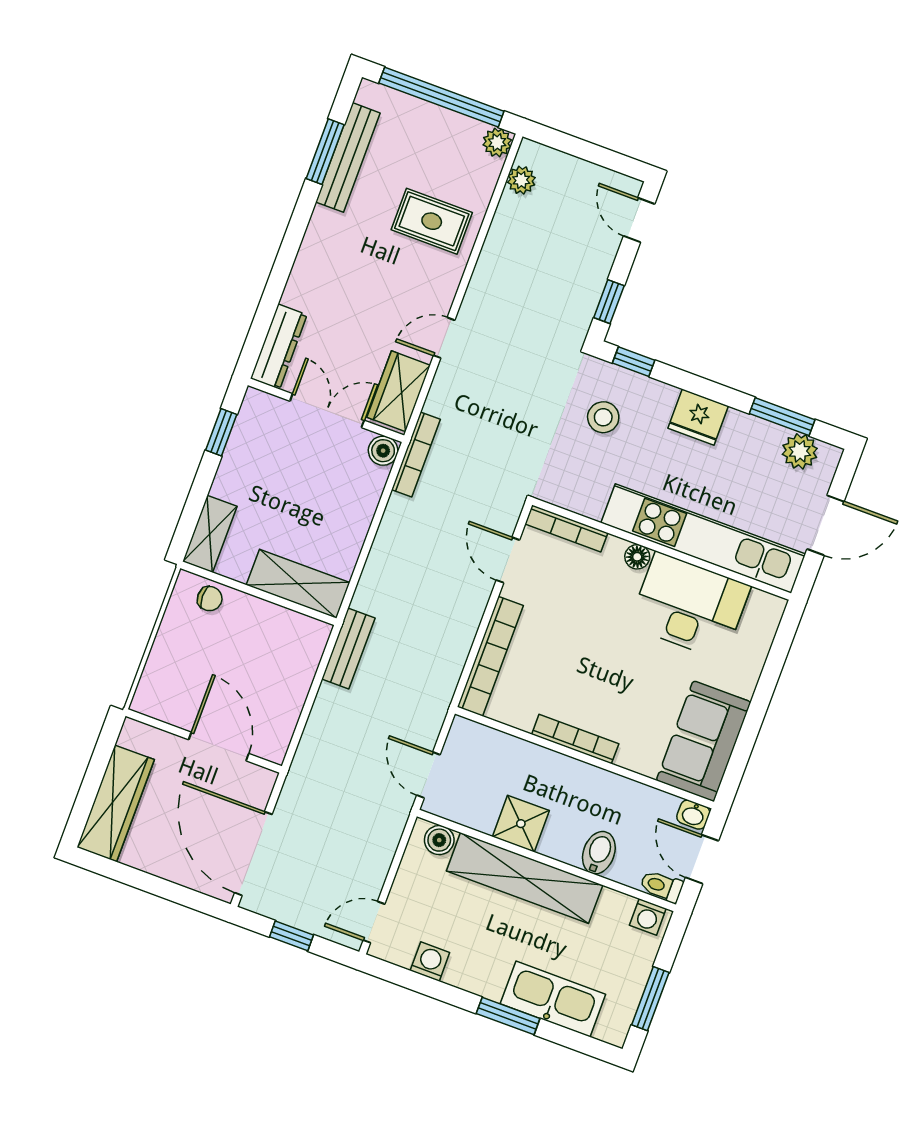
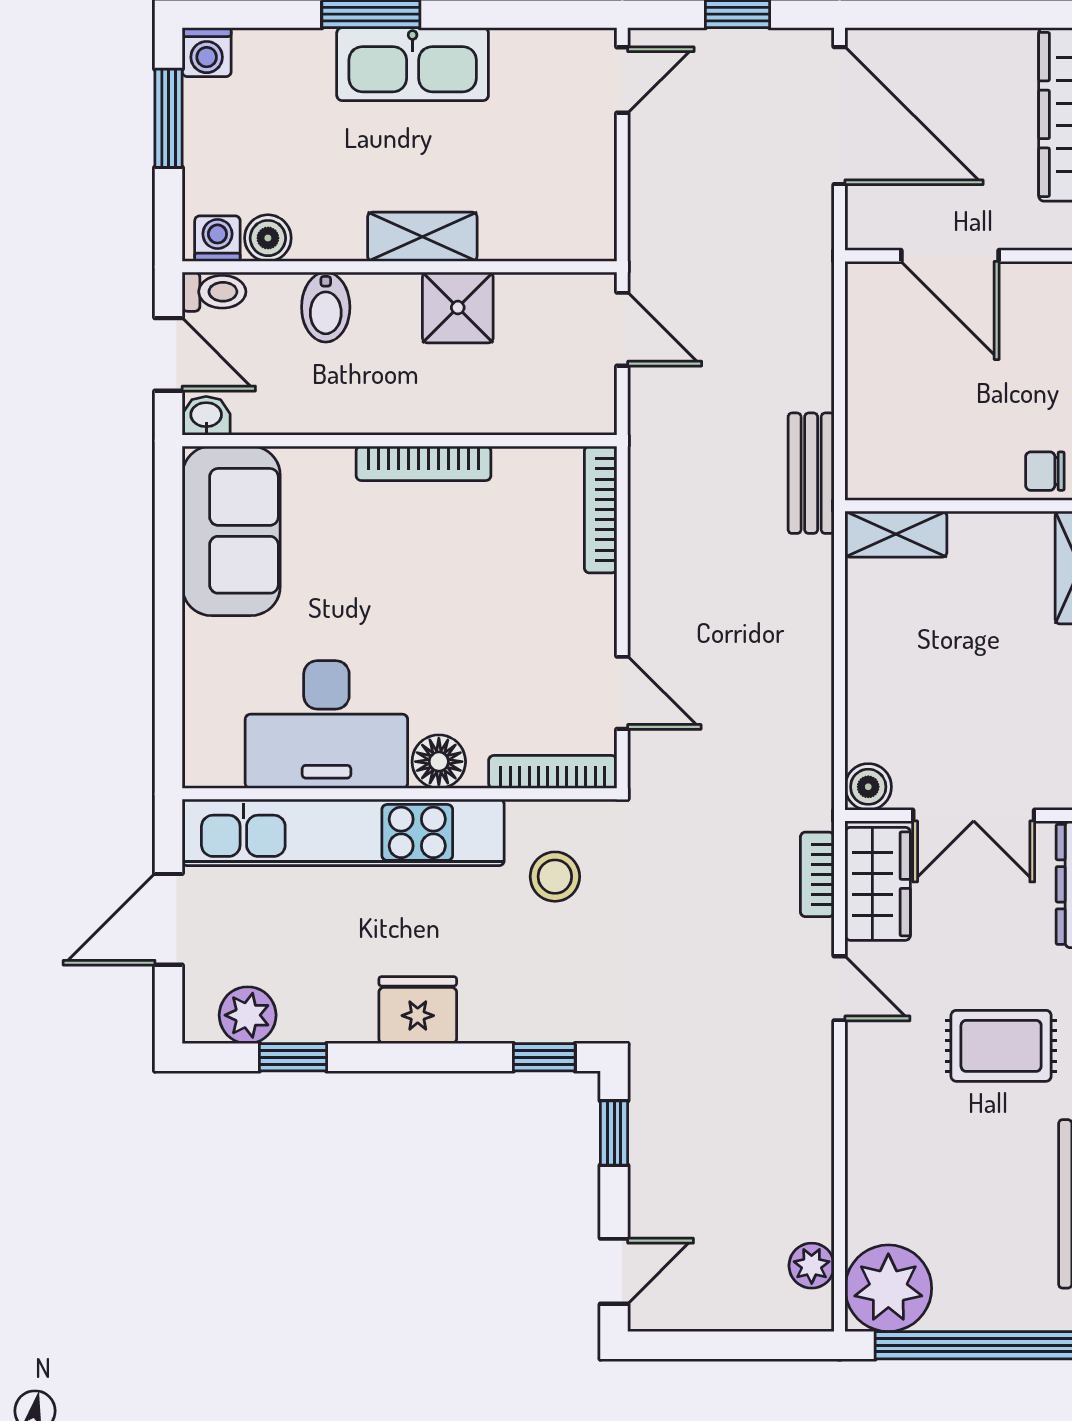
plant: (497, 142) -> (888, 1288), width x1.87, depth x1.87
door: (639, 220) -> (614, 1271), hinge flipped
rug: (432, 221) -> (1001, 1046), moved
door: (444, 338) -> (840, 988), hinge flipped
stool: (603, 417) -> (555, 877), moved
window: (782, 417) -> (293, 1057), width x0.67
bookcase: (416, 455) -> (817, 874), moved, width x0.64
floor lamp: (637, 557) -> (439, 762), width x1.37, depth x1.37
shelving: (298, 584) -> (896, 534), width x0.67, depth x0.75
bookcase: (490, 656) -> (601, 509), width x0.68, depth x0.76
boiler: (439, 840) -> (268, 238), moved
shelving: (525, 878) -> (422, 237), width x0.45, depth x0.75
washing machine: (430, 962) -> (207, 52), moved
kitchen sink: (553, 999) -> (413, 64), moved

